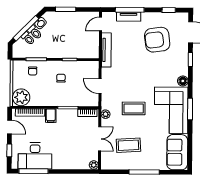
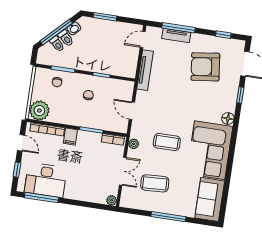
window: (190, 109) -> (232, 152), removed

